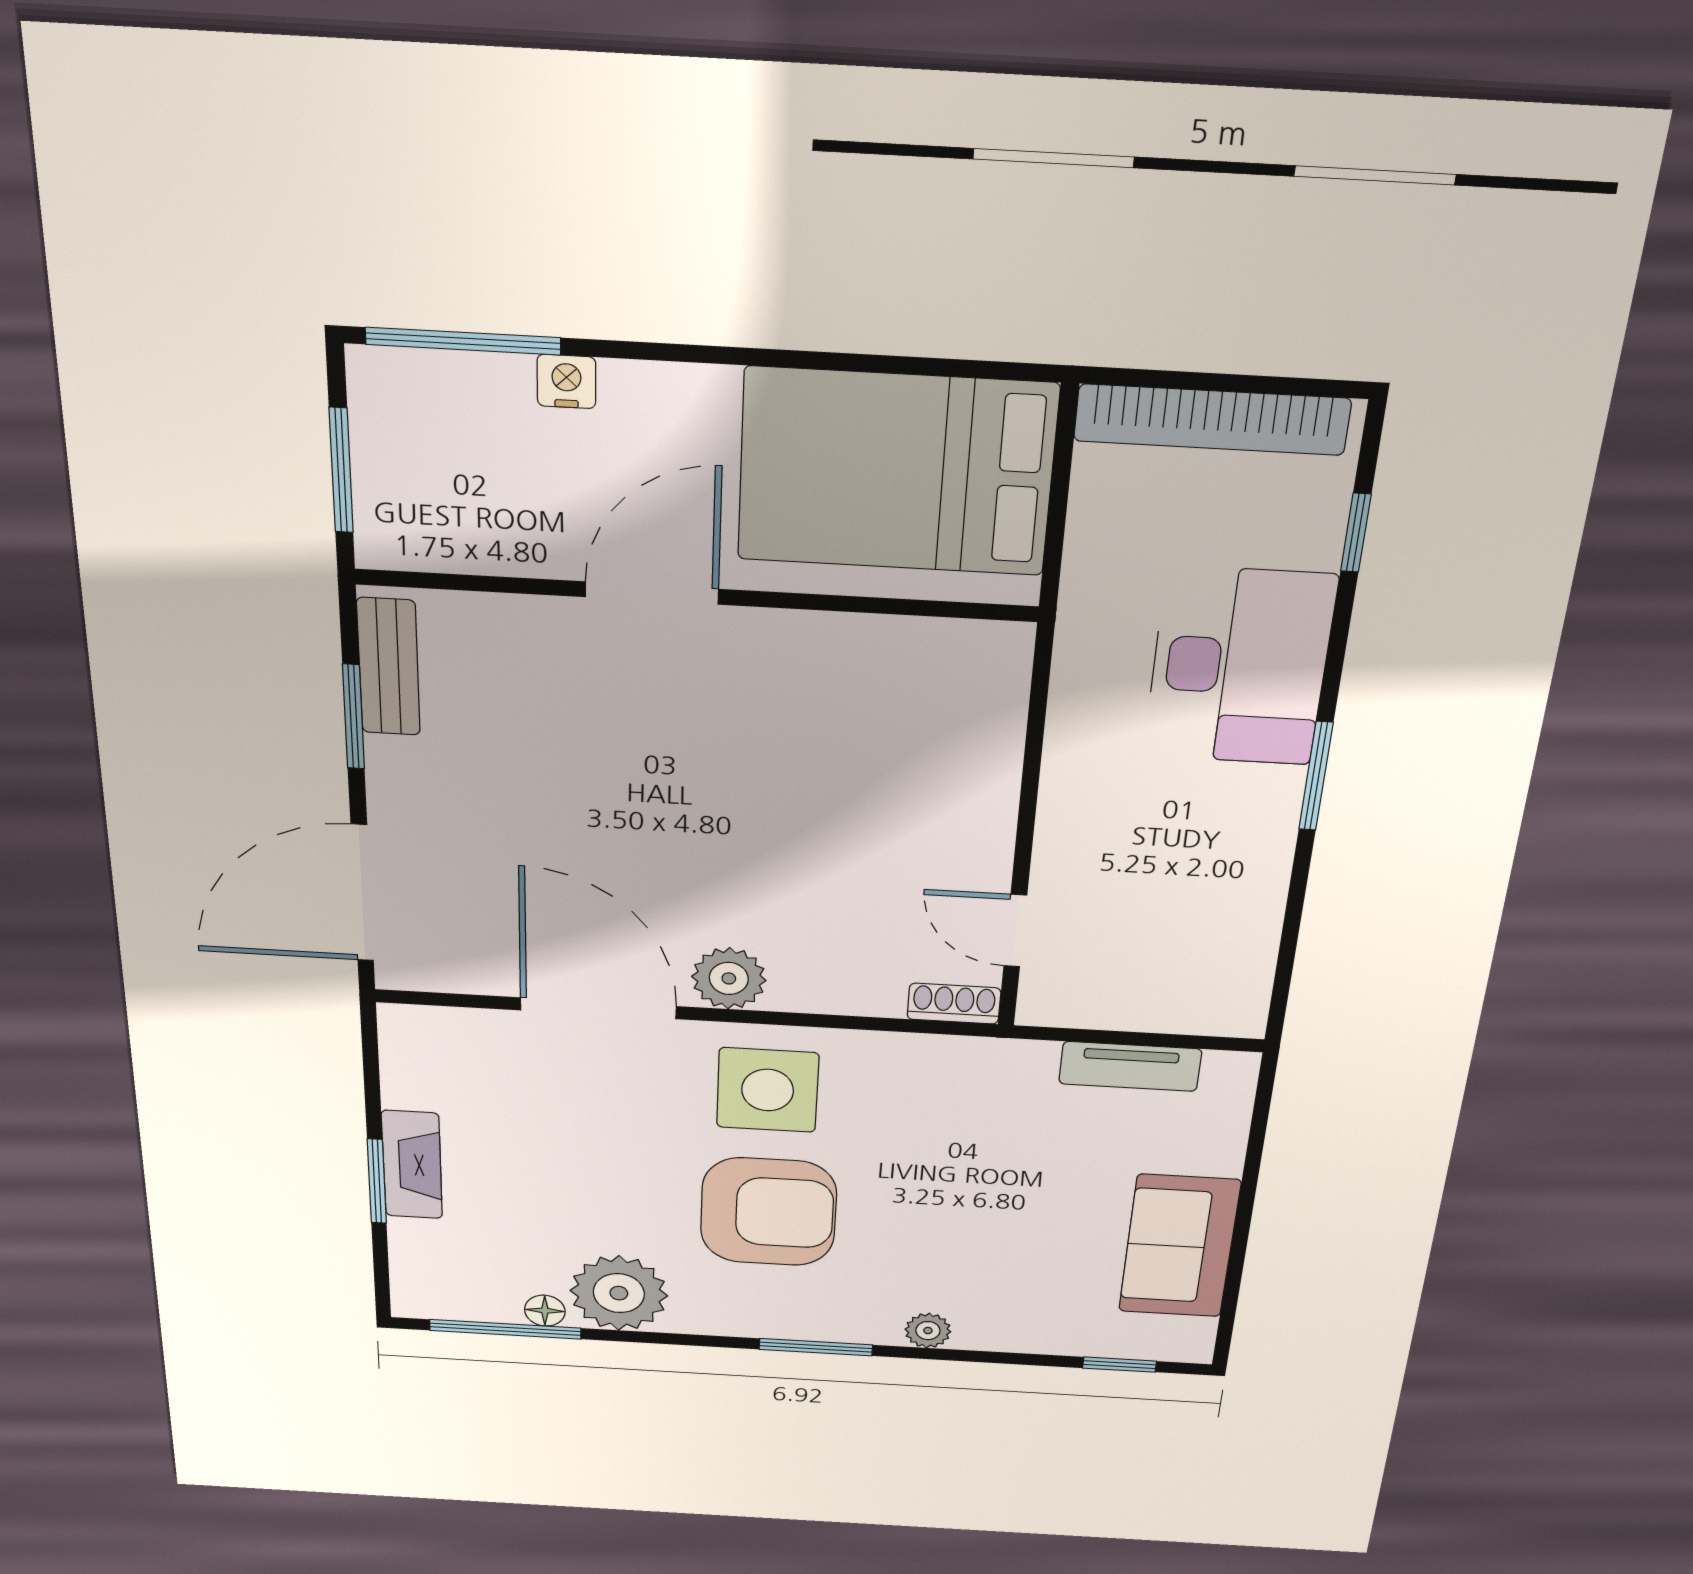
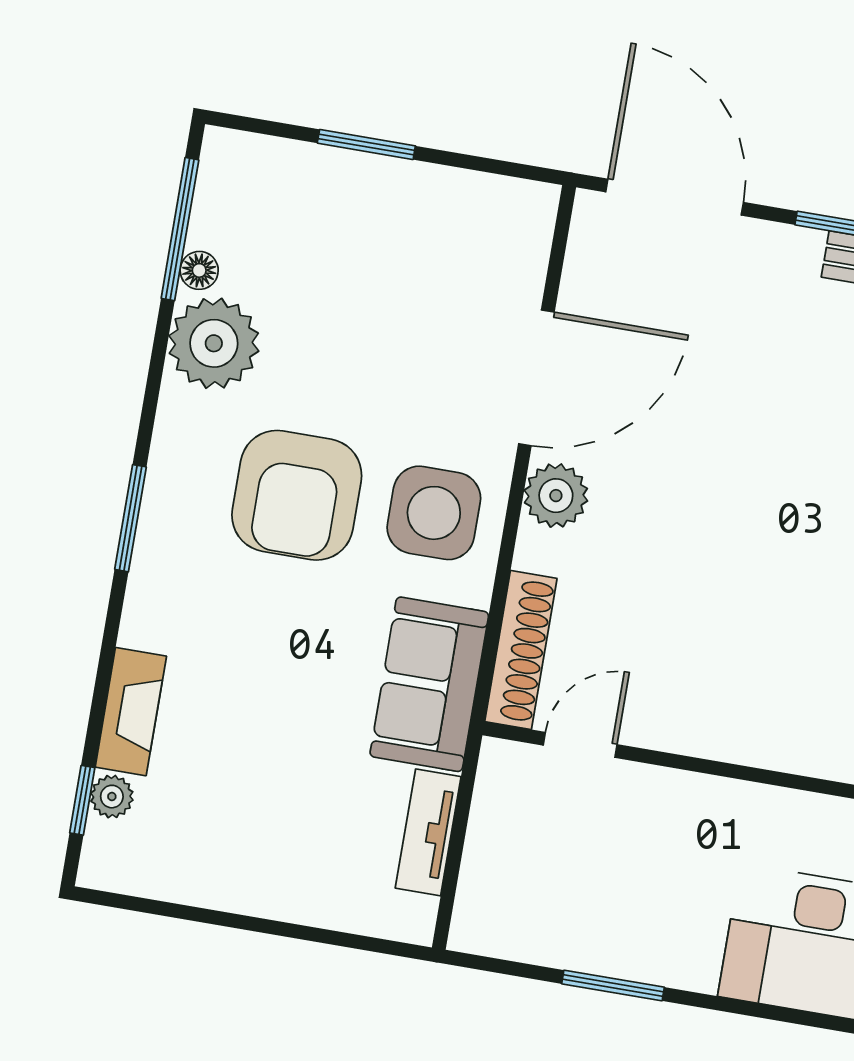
window: (1316, 776) -> (613, 986), moved
shoe rack: (954, 1004) -> (521, 650), width x1.94, depth x1.24
fireplace: (412, 1165) -> (131, 712), moved, turned -90
sofa: (1179, 1246) -> (429, 684), moved, turned -90
plant: (928, 1331) -> (112, 797), moved

